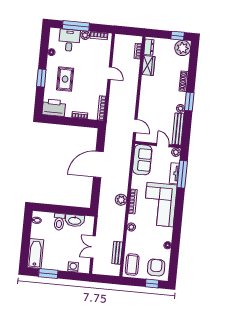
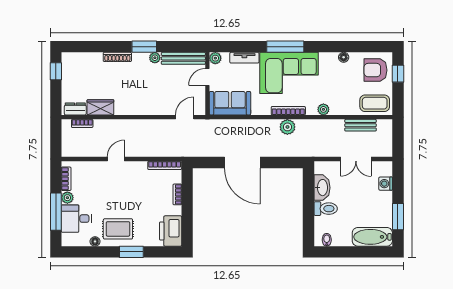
plant: (183, 48) -> (72, 63), removed
rug: (65, 79) -> (118, 229), moved
window: (182, 174) -> (285, 47), moved

